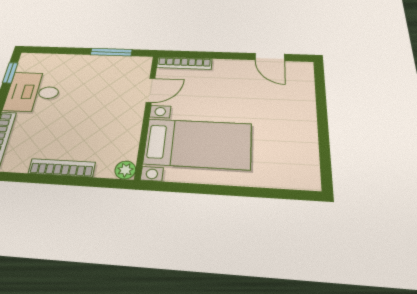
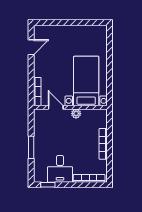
window: (111, 52) -> (31, 147), moved
plant: (125, 170) -> (76, 114), moved

